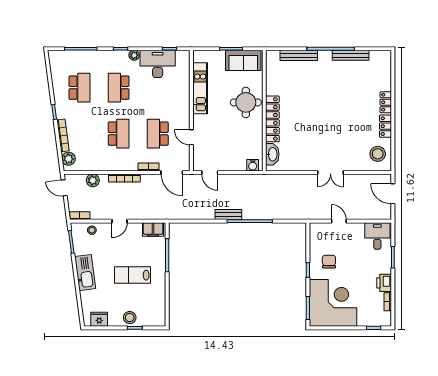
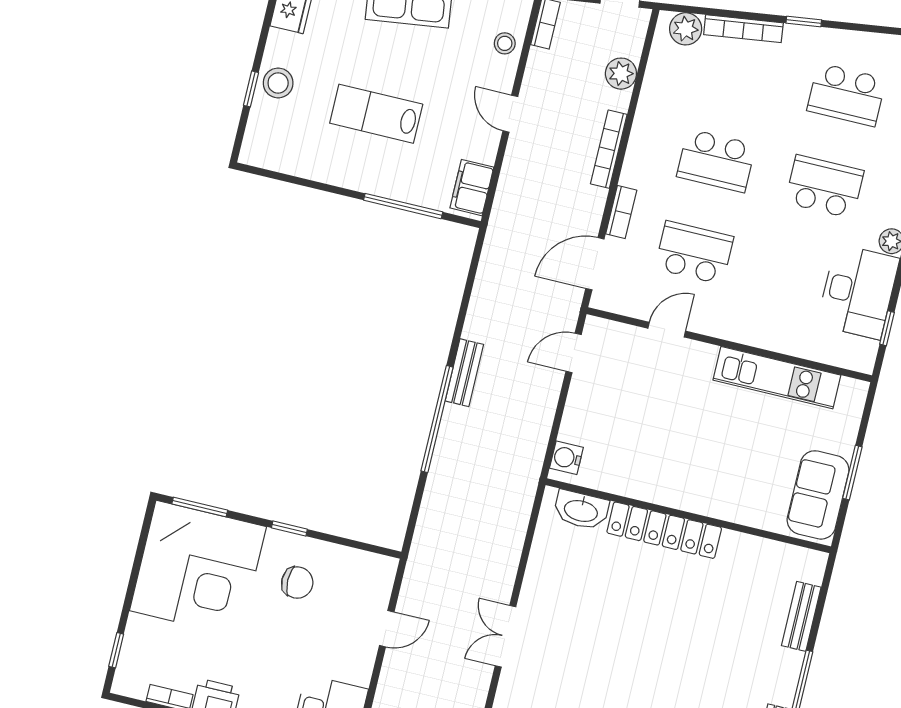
bench: (299, 55) -> (801, 616), width x0.73
round table: (246, 102) -> (718, 477), removed
lab bench: (133, 275) -> (376, 114), turned -90

